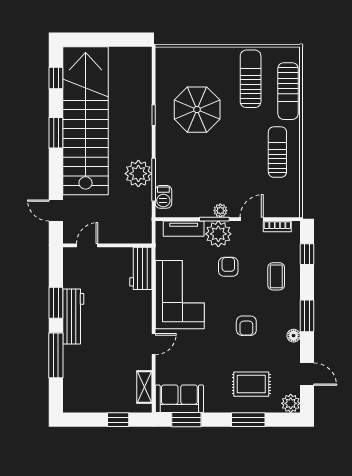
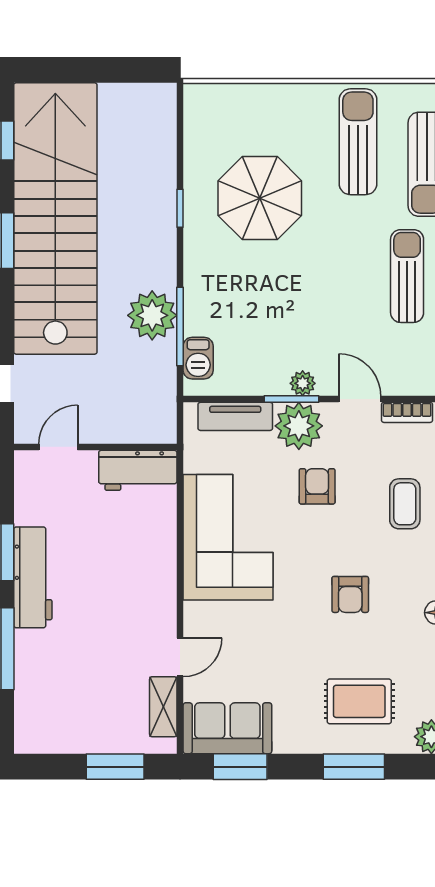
door: (252, 219) -> (360, 399), hinge flipped
workbench: (141, 268) -> (138, 470), moved, turned -90
door: (154, 344) -> (180, 657), moved
window: (118, 420) -> (115, 767), width x1.50

